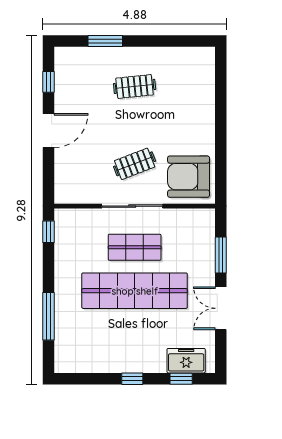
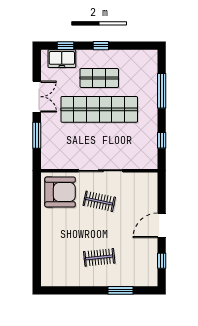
clothes rail: (135, 164) -> (99, 201), turned 33
window: (48, 232) -> (162, 140), moved
shop shelf: (135, 247) -> (99, 78), moved

